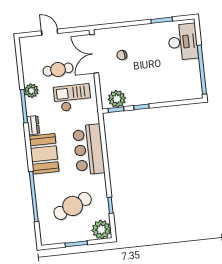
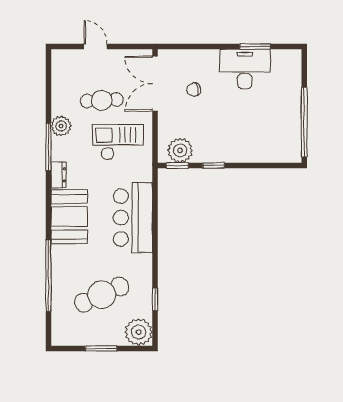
desk: (183, 42) -> (245, 69), moved, turned -90

